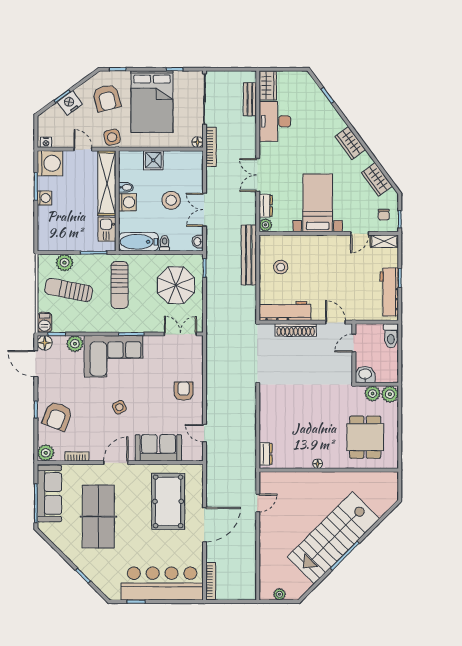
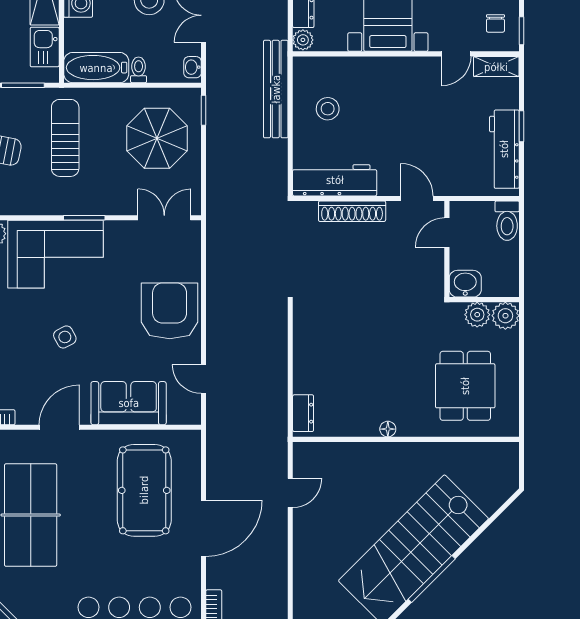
sun lounger: (120, 285) -> (65, 138), turned 180
armchair: (184, 391) -> (170, 311), width x1.88, depth x1.88

